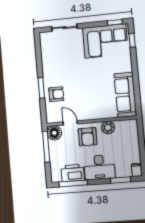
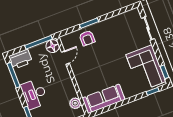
plant: (108, 128) -> (75, 103), moved
armchair: (88, 137) -> (58, 76), removed
printer: (73, 173) -> (21, 59), moved, turned 90

